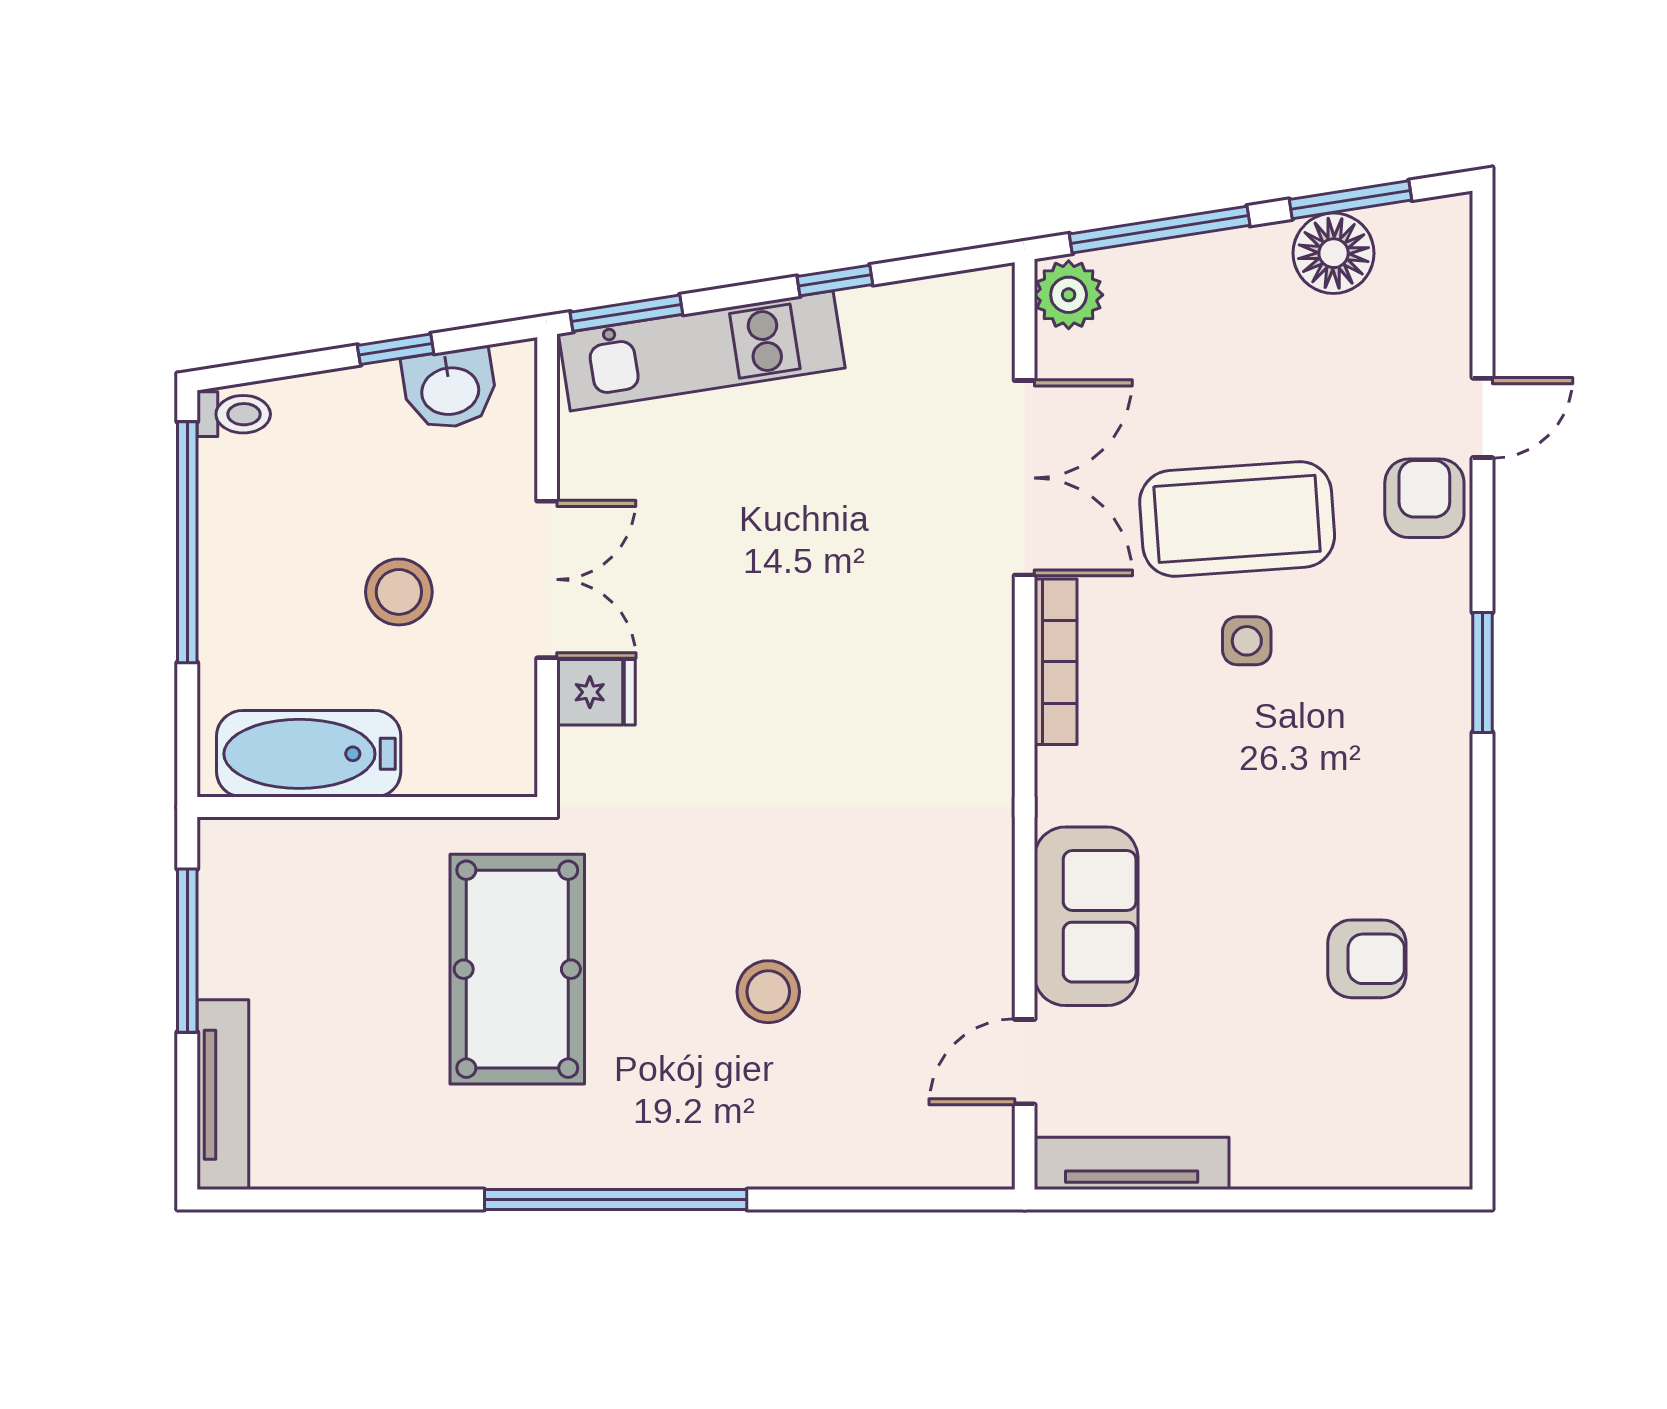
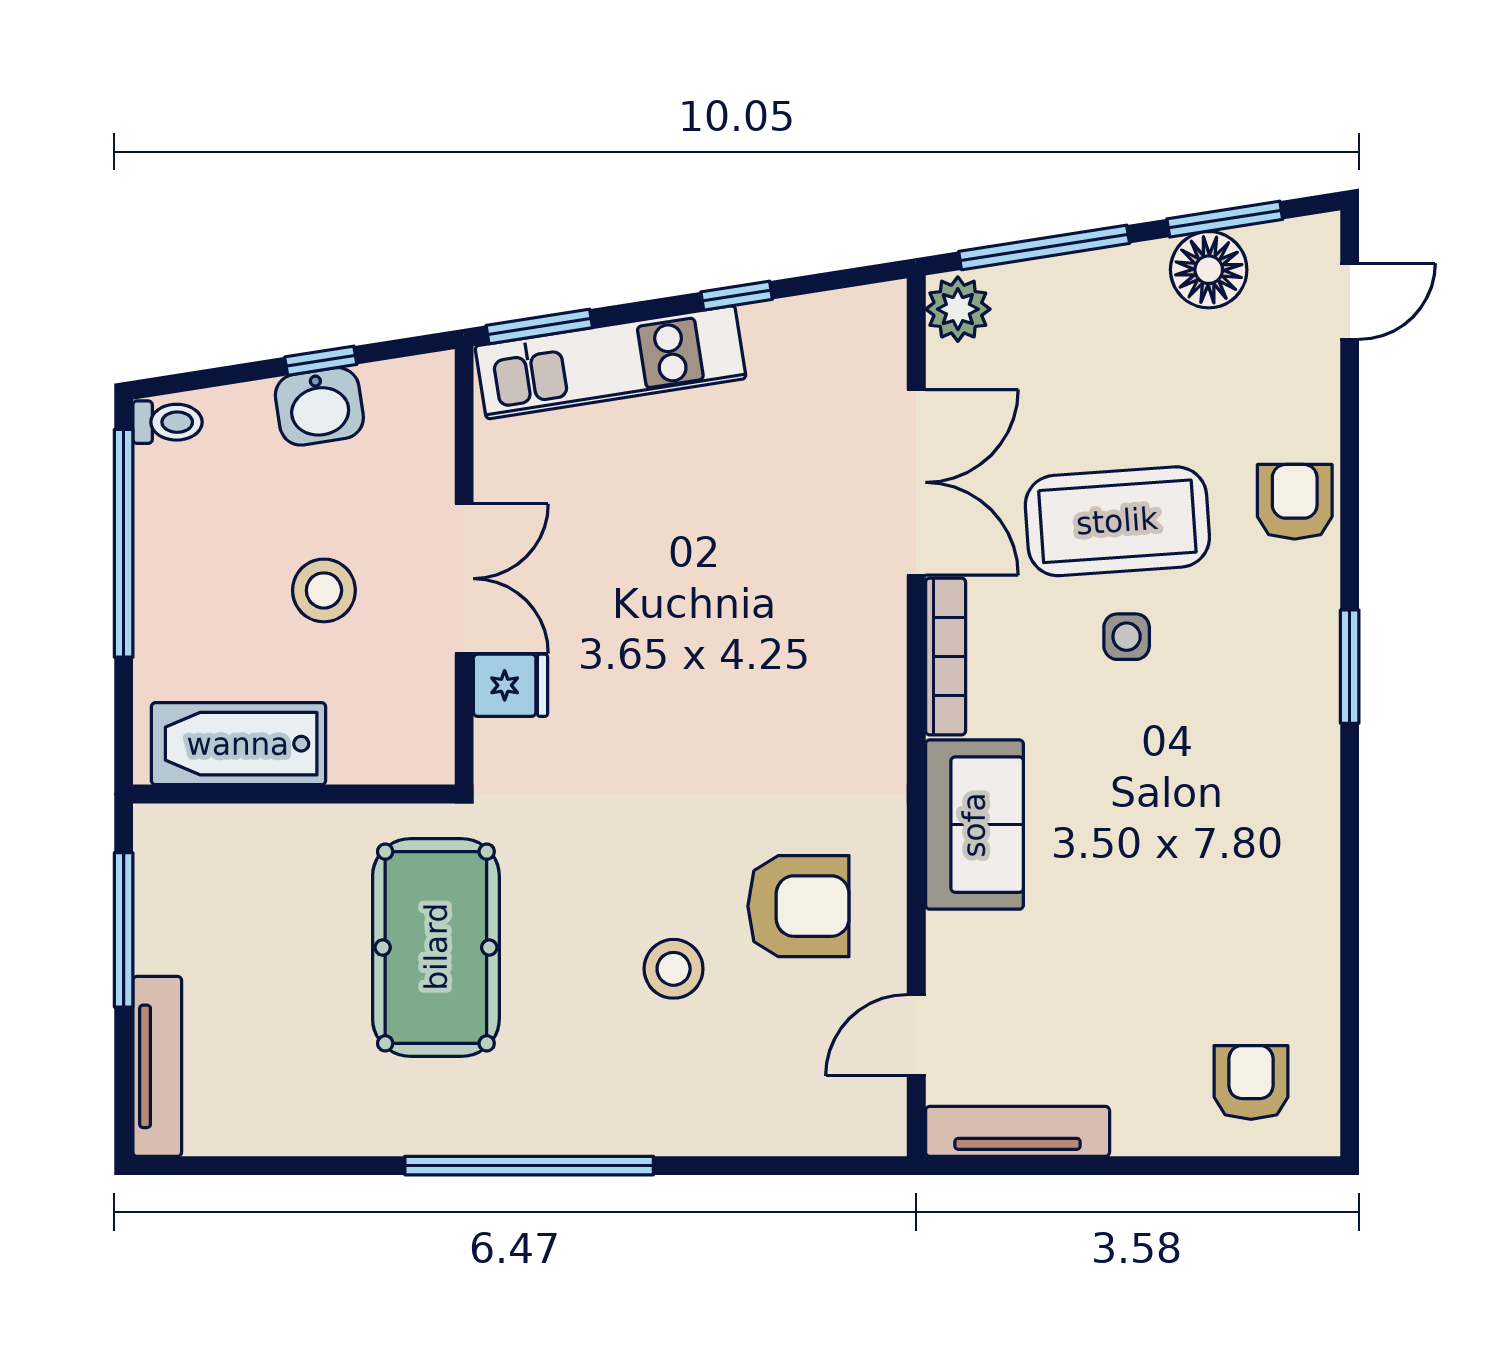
washbasin: (450, 389) -> (319, 406), moved
door: (1482, 418) -> (1350, 301), moved
sofa: (1086, 916) -> (974, 825), moved
armchair: (900, 925) -> (798, 906), added
armchair: (1367, 959) -> (1251, 1082), moved, turned -90

